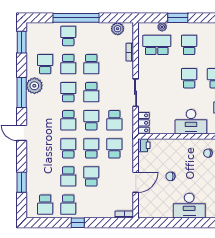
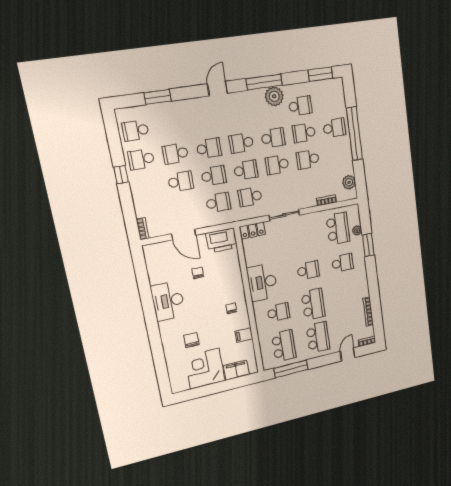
printer: (144, 145) -> (222, 240), width x1.87, depth x1.48

